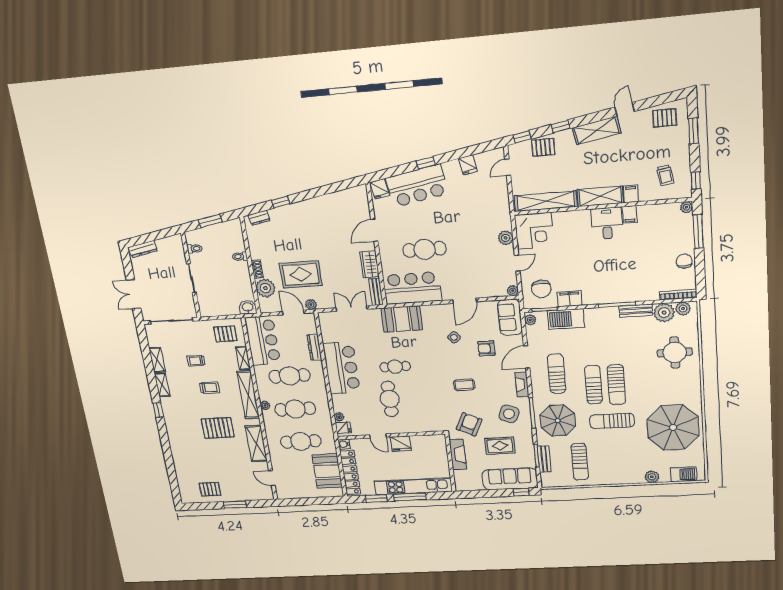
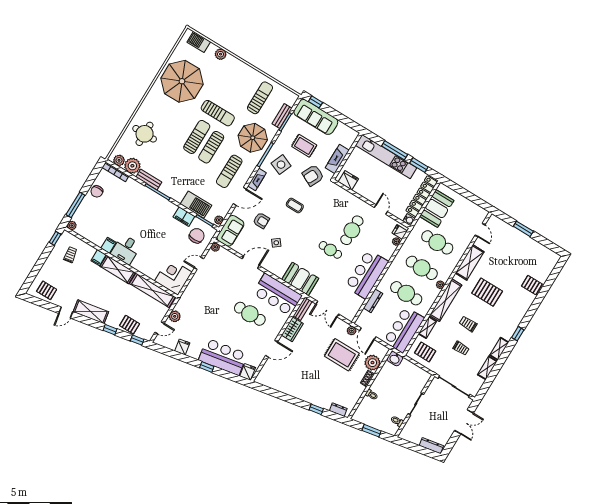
window: (693, 131) -> (36, 270), removed
plant: (506, 238) -> (175, 316), moved
fridge: (401, 444) -> (348, 180), moved
pallet: (210, 489) -> (532, 285), moved

